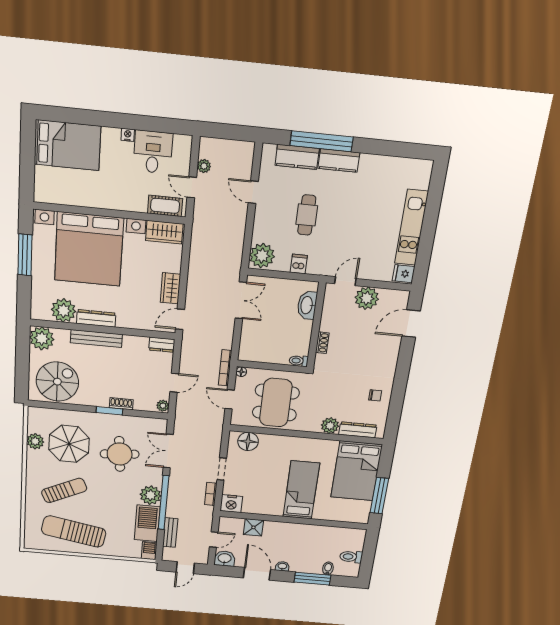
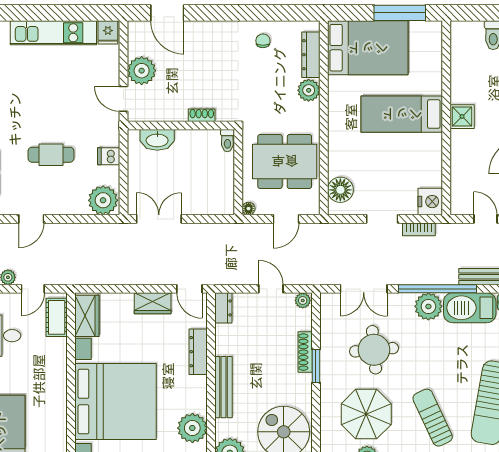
dresser: (96, 318) -> (198, 352), moved
bookcase: (225, 368) -> (245, 229), removed
shoe rack: (121, 404) -> (305, 352), width x1.43
shower: (253, 527) -> (462, 117), moved

